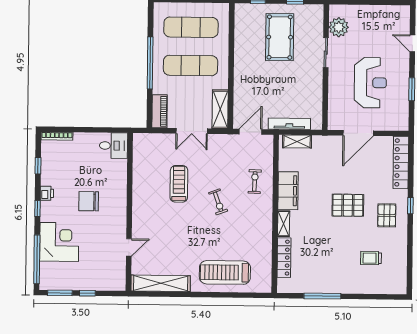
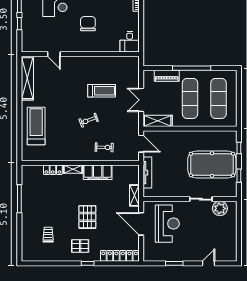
pool table: (280, 37) -> (212, 165), width x1.36, depth x1.32
reception desk: (370, 83) -> (167, 224), moved, turned -90
piano: (160, 111) -> (167, 76), moved
shelving: (297, 141) -> (134, 195), moved
locker: (284, 258) -> (53, 170), width x0.66

